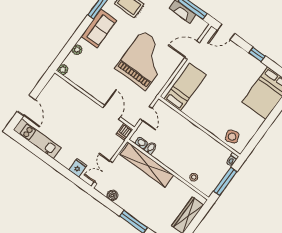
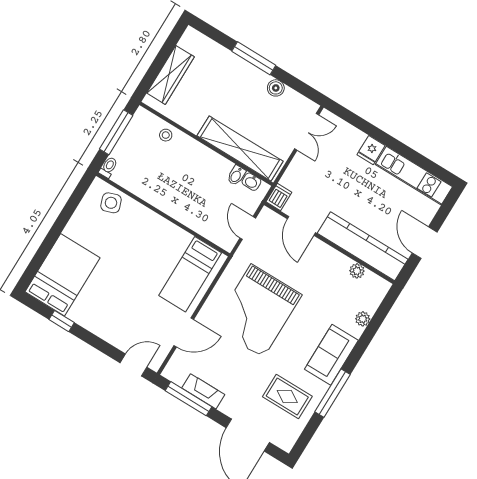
window: (257, 54) -> (62, 321), moved
plant: (63, 69) -> (357, 271), moved
kitchen counter: (73, 96) -> (363, 246), added
door: (26, 105) -> (425, 243), moved
fridge: (78, 168) -> (371, 150), moved
boiler: (112, 195) -> (276, 88), moved

